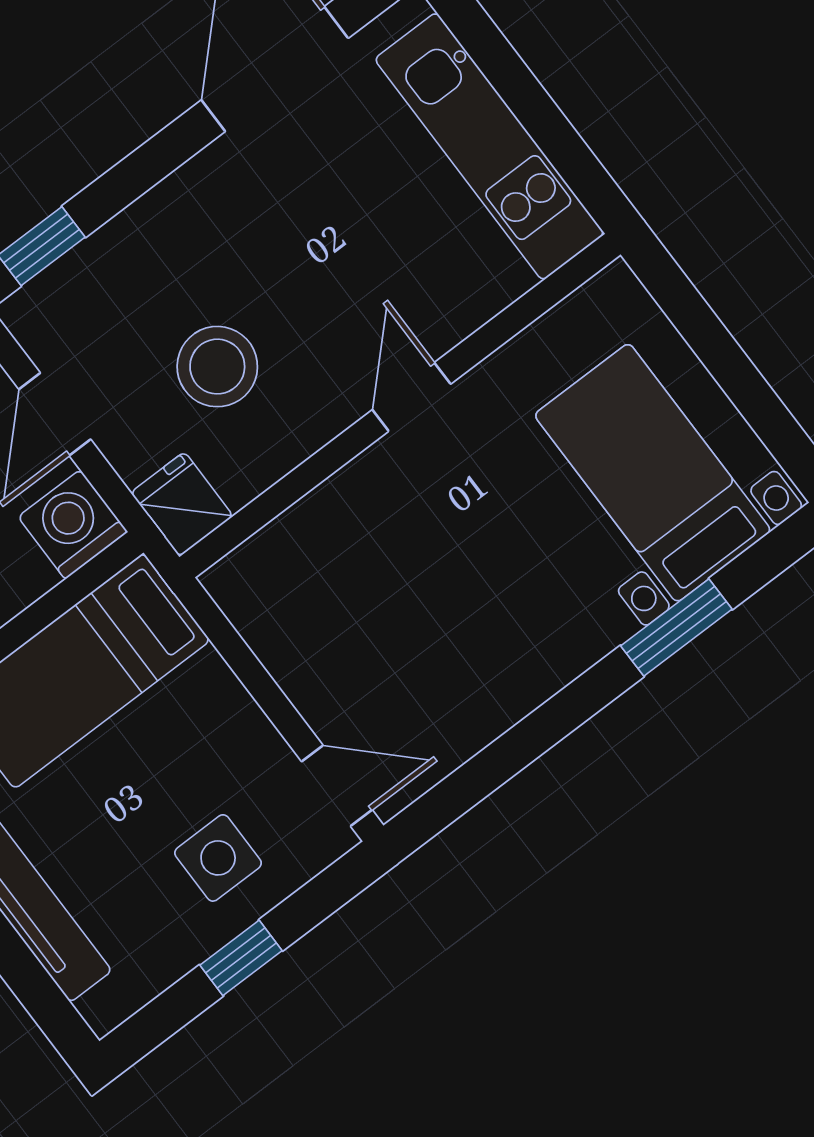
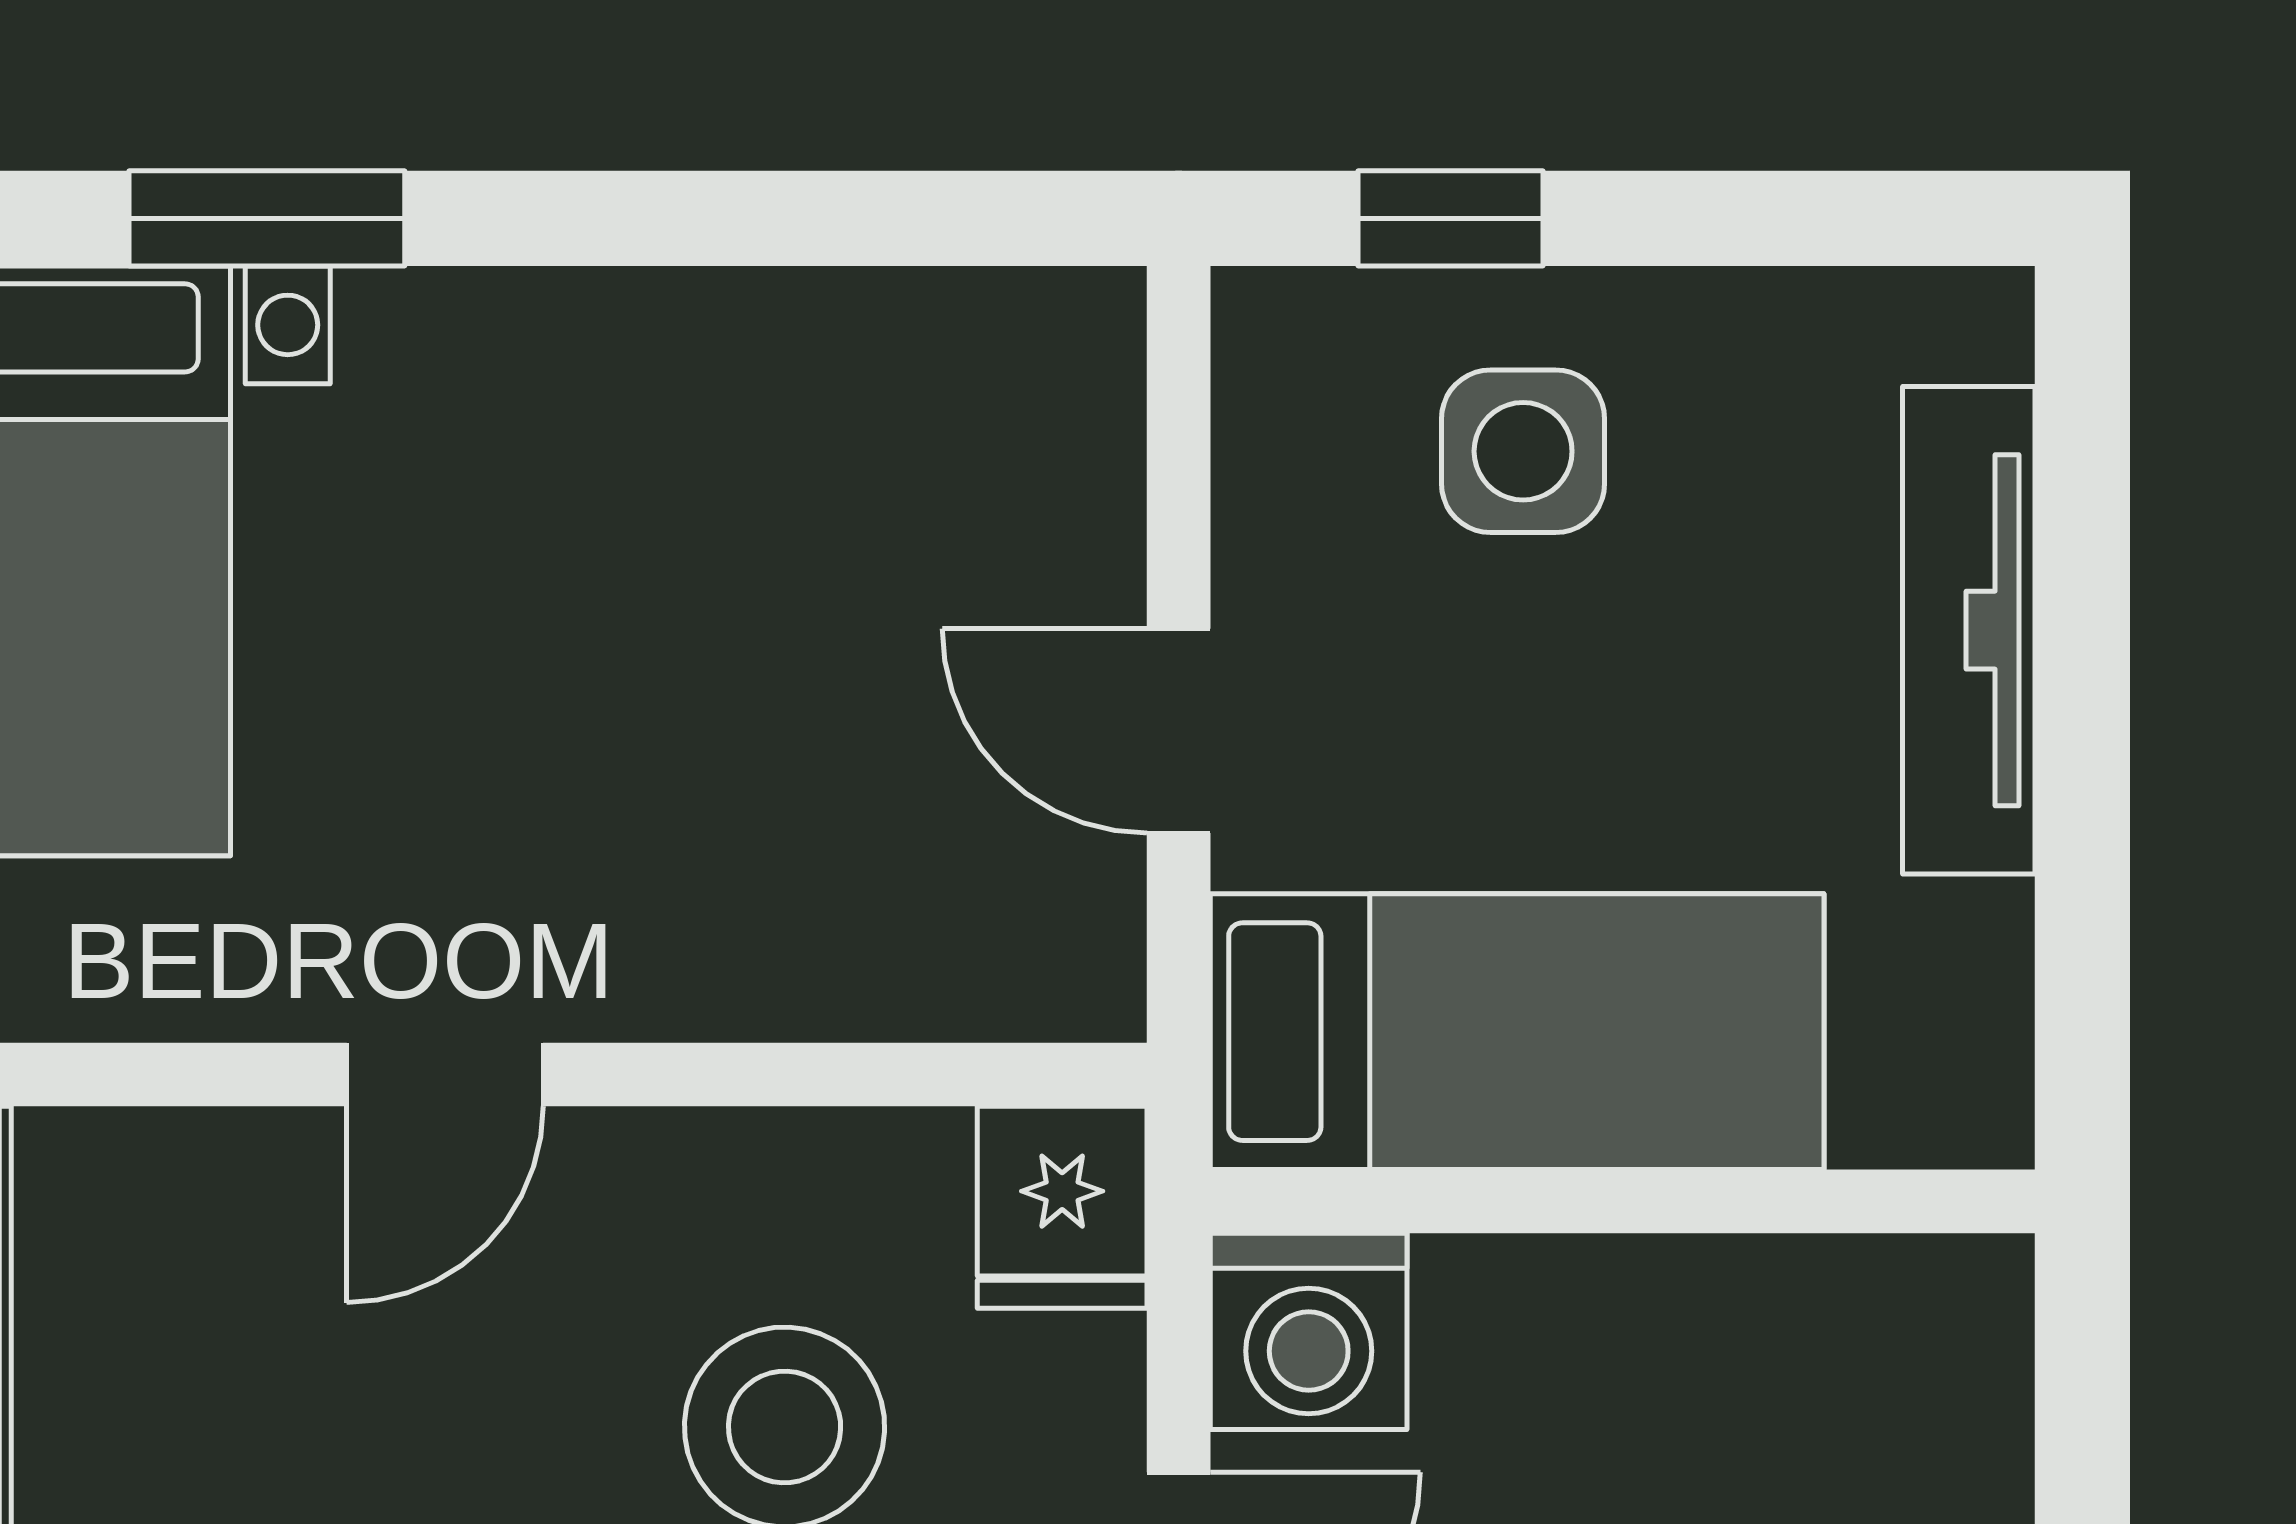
door: (337, 786) -> (1179, 731), moved
window: (241, 958) -> (1451, 218), moved

